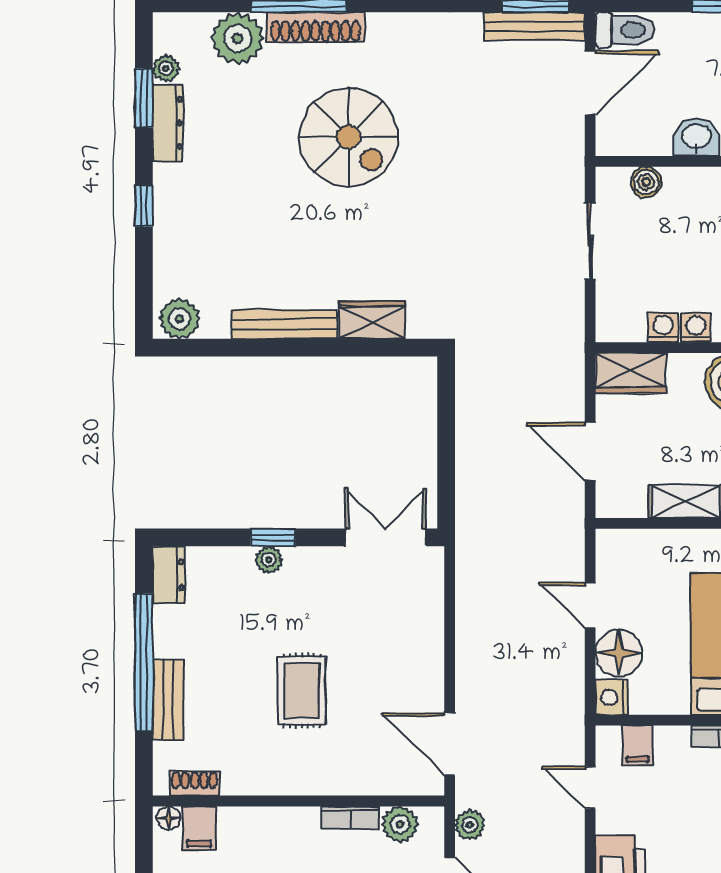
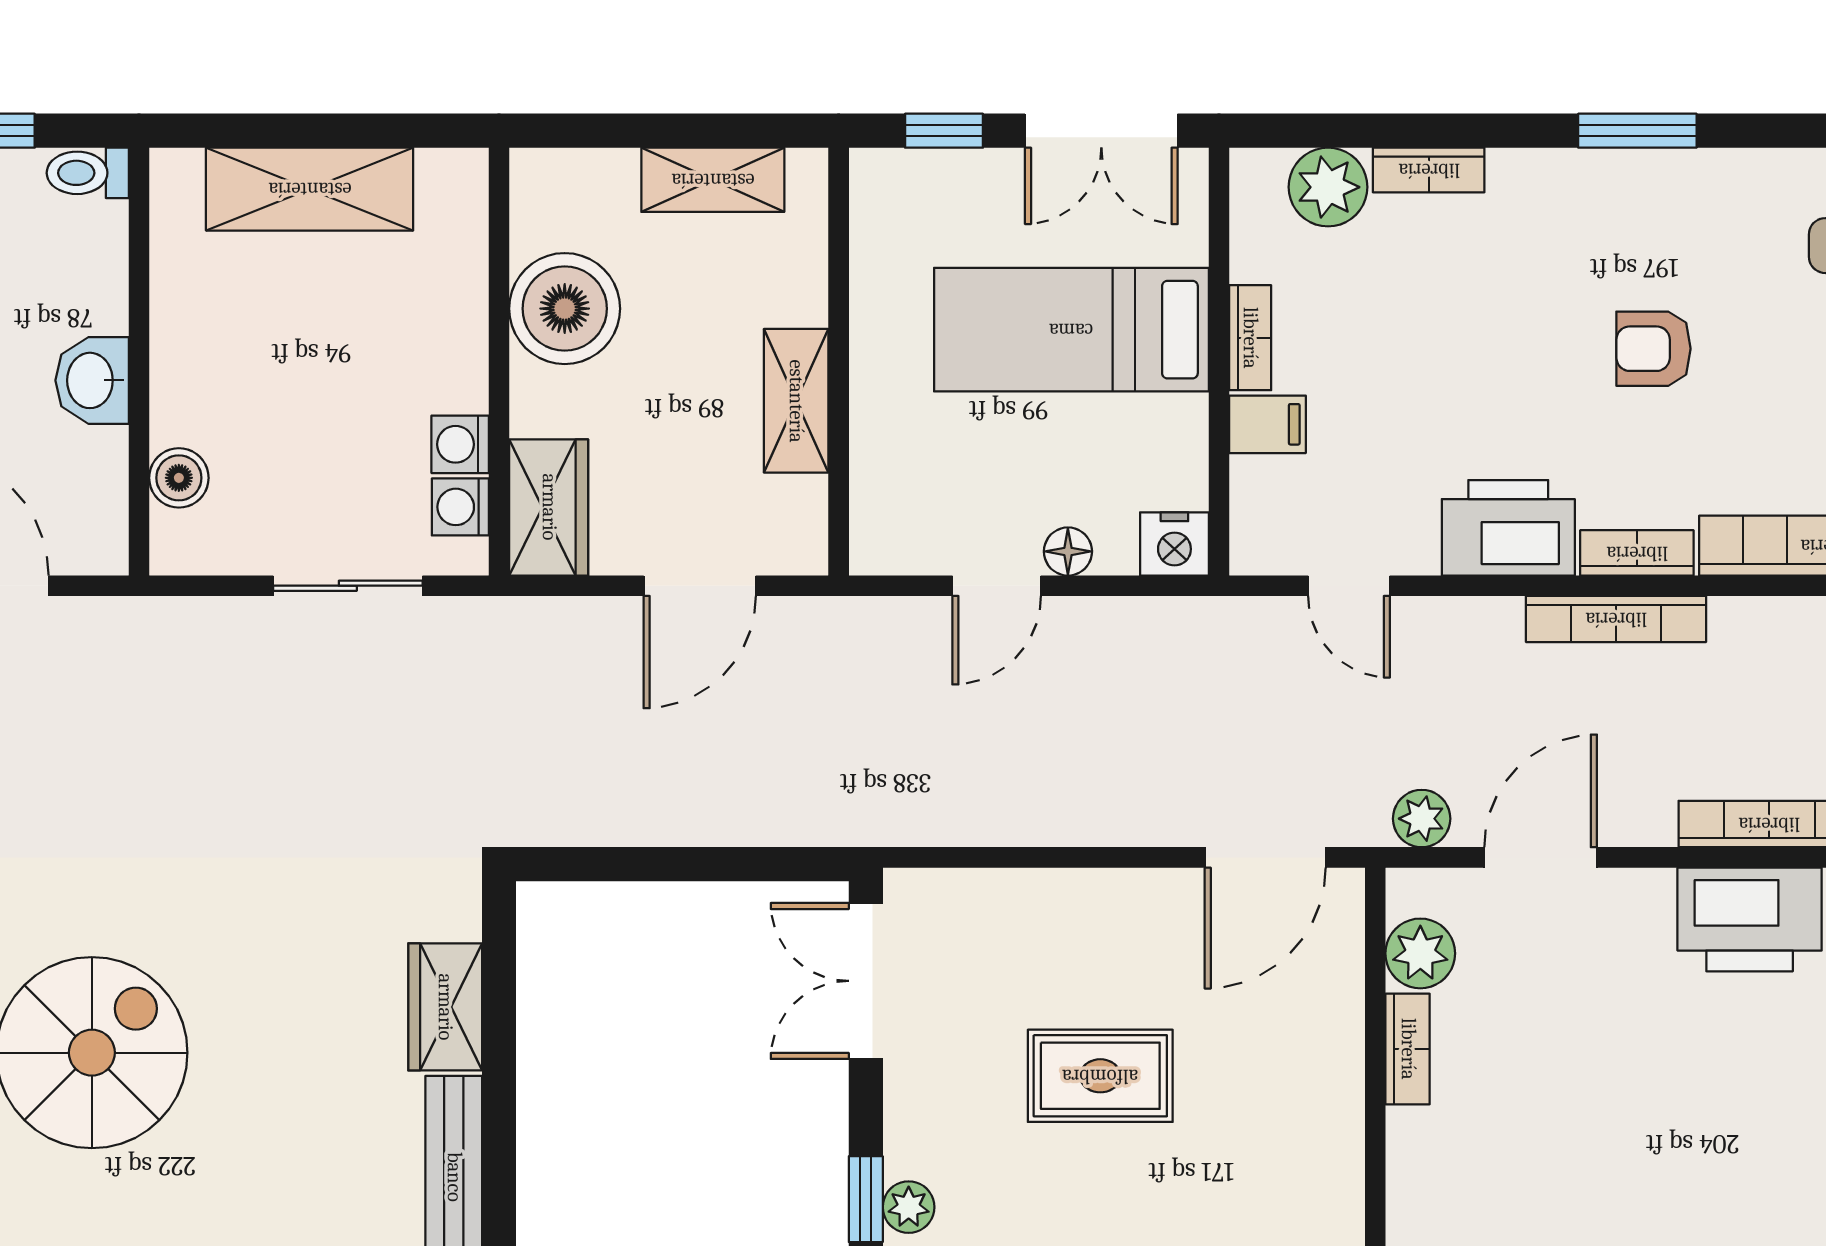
sliding door: (590, 241) -> (348, 586), moved
washing machine: (696, 328) -> (460, 507), moved
floor lamp: (619, 653) -> (1068, 551), width x0.53, depth x0.53
rug: (302, 691) -> (1100, 1076), moved
filing cabinet: (637, 745) -> (1267, 424), moved
door: (590, 787) -> (1349, 586), hinge flipped

